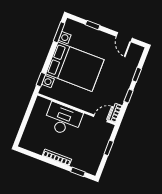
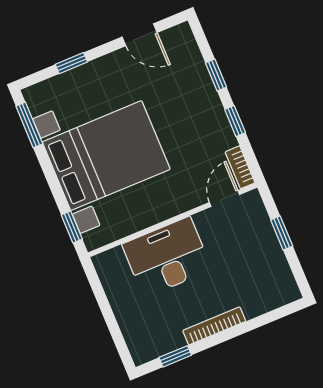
window: (78, 172) -> (175, 356), moved

